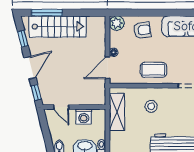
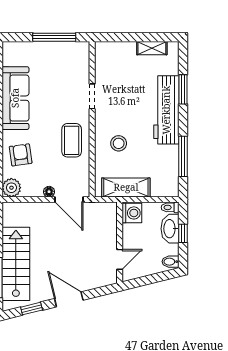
window: (36, 93) -> (101, 291), removed
washing machine: (84, 117) -> (132, 213), moved

